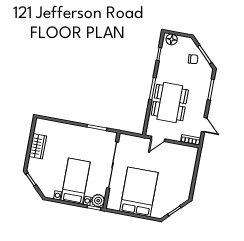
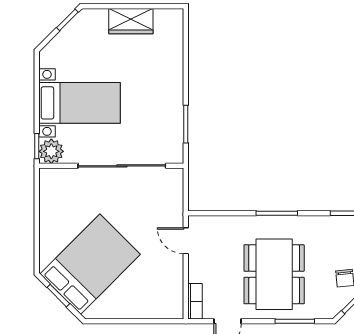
dining table: (170, 102) -> (274, 274), moved, turned 90
bed: (139, 192) -> (90, 264), moved, turned -45

